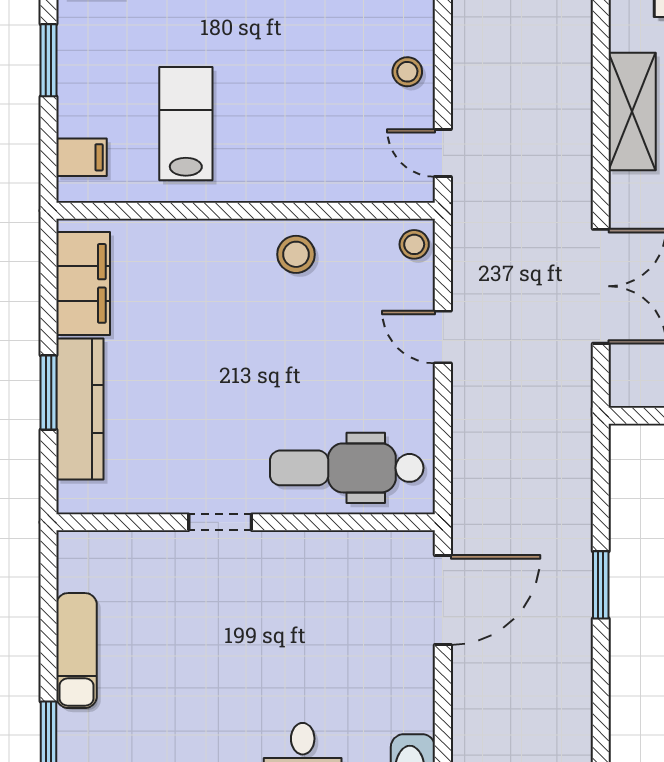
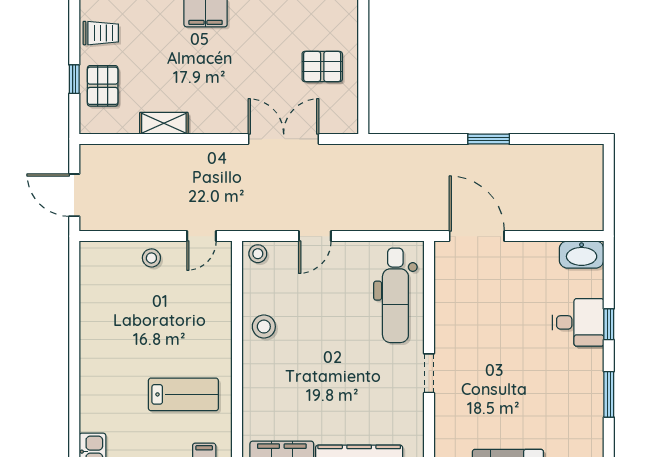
shelving: (632, 112) -> (164, 123), width x0.67, depth x0.75
lab bench: (186, 124) -> (183, 394), turned 180
window: (601, 585) -> (489, 139), moved

